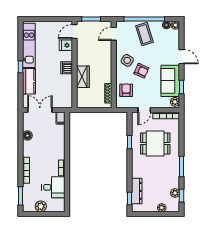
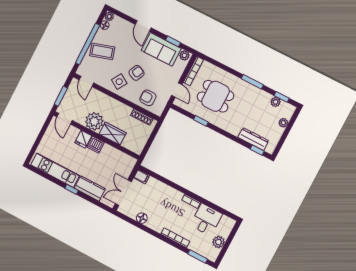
fridge: (66, 45) -> (83, 139), moved
plant: (85, 57) -> (94, 121), added
door: (182, 57) -> (143, 26), swing flipped
dining table: (155, 143) -> (215, 96), turned 90

